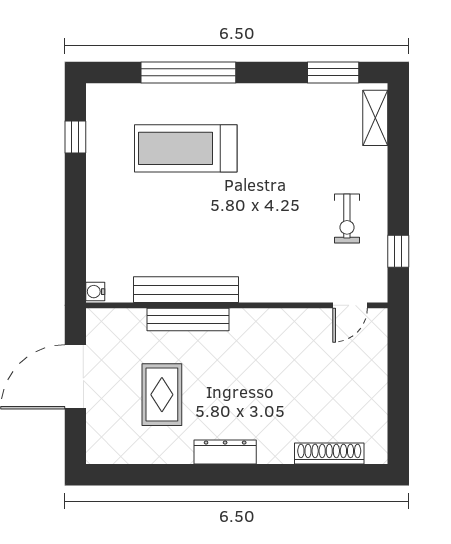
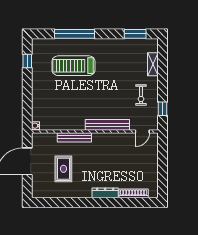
shelving: (375, 118) -> (153, 64), moved
bench: (186, 290) -> (107, 125), moved
dresser: (225, 452) -> (105, 193), moved

